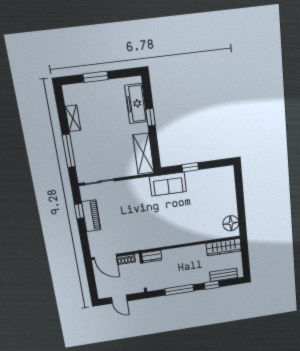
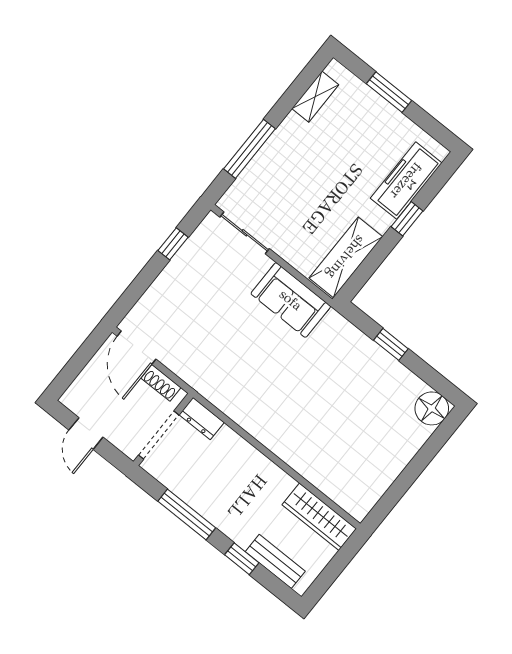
shelving: (73, 118) -> (315, 97), moved
sofa: (168, 184) -> (291, 300), moved
piano: (91, 216) -> (182, 268), removed
floor lamp: (231, 223) -> (432, 408), moved

